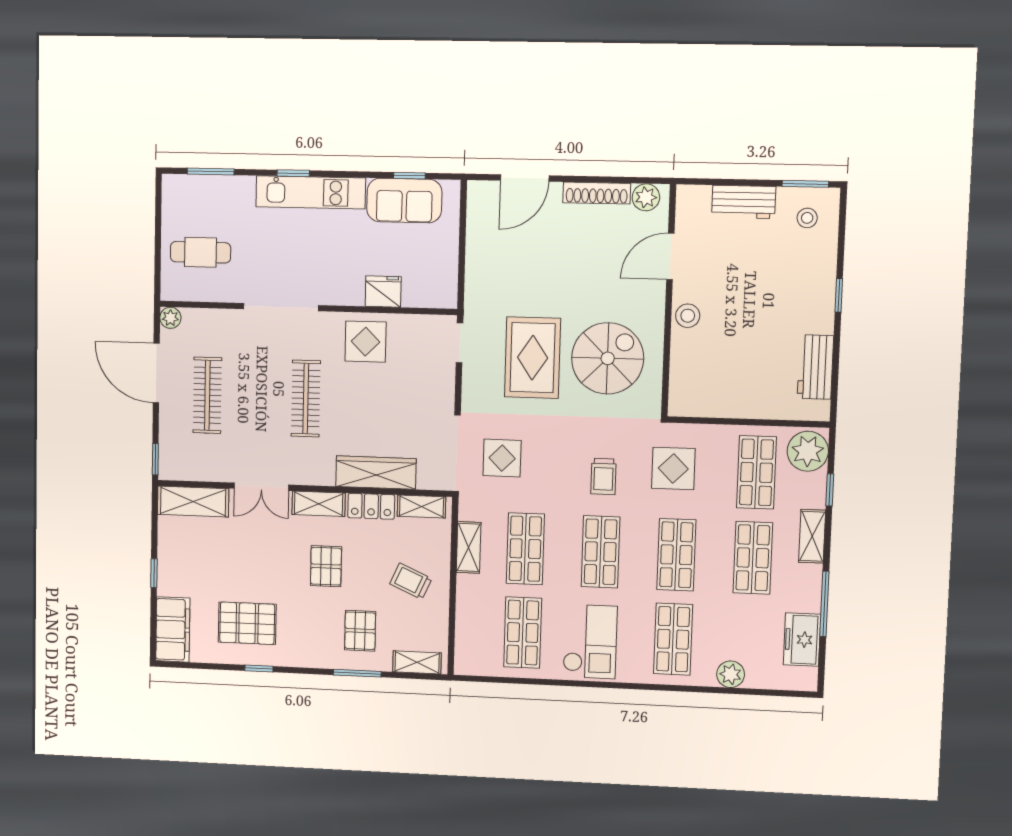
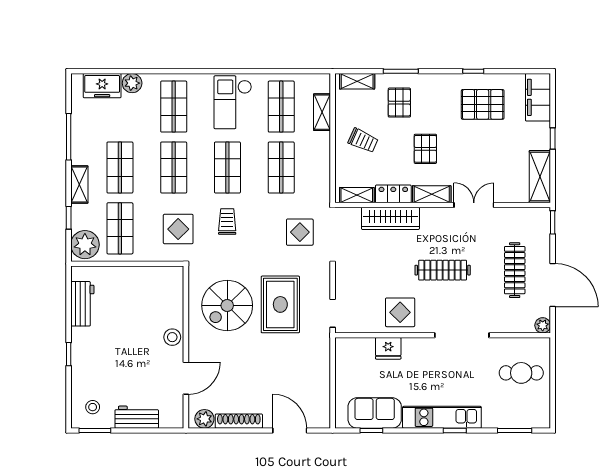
door: (525, 178) -> (290, 431), hinge flipped
clothes rail: (306, 399) -> (443, 270), turned 90
shelving: (193, 502) -> (540, 177), moved, turned 90
shelving: (469, 547) -> (322, 112), moved
freezer: (802, 640) -> (102, 86), moved, turned 90

